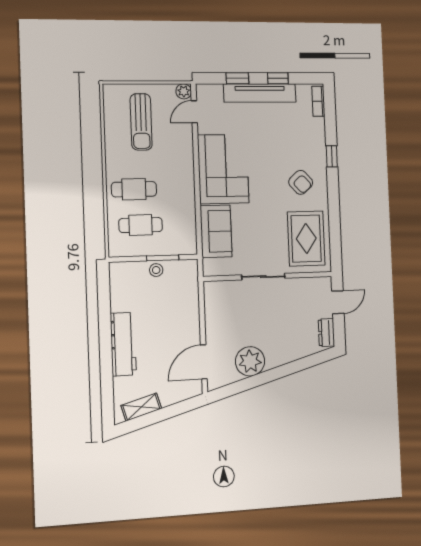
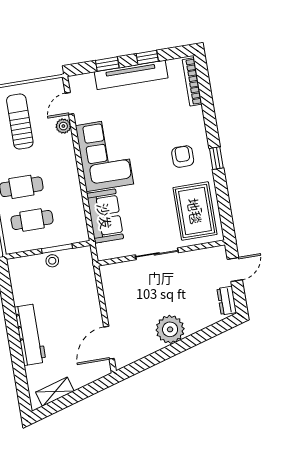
plant: (184, 91) -> (63, 126), moved
bookcase: (318, 101) -> (192, 82), width x1.56
sun lounger: (141, 122) -> (20, 121), turned 180
window: (332, 156) -> (216, 158), moved
armchair: (301, 182) -> (183, 157), turned -138
plant: (250, 361) -> (170, 329), moved

